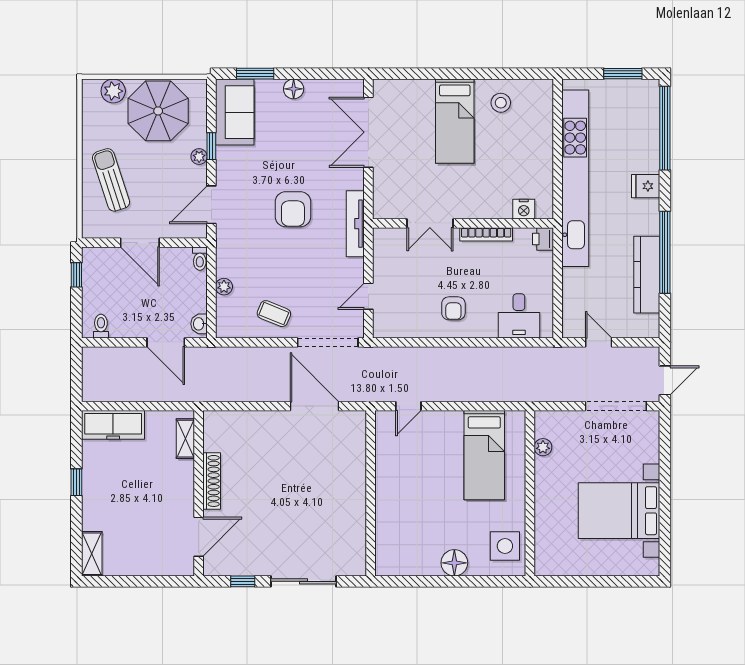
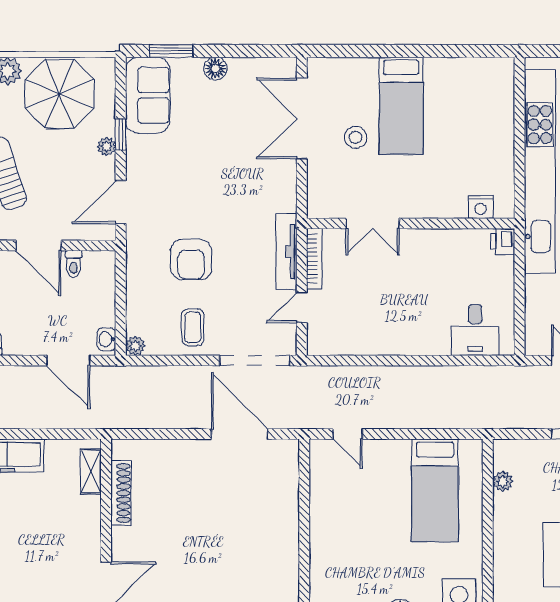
stool: (501, 103) -> (355, 137), moved
armchair: (293, 209) -> (191, 260), moved
tv unit: (355, 224) -> (287, 252), moved
bookcase: (486, 234) -> (314, 259), moved, turned -90
toilet: (200, 259) -> (74, 264), moved
plant: (224, 287) -> (135, 346), moved
armchair: (453, 308) -> (400, 321), removed
coffee table: (274, 314) -> (193, 327), turned 68
door: (408, 406) -> (348, 434), hinge flipped
shoe rack: (212, 481) -> (121, 493), moved

